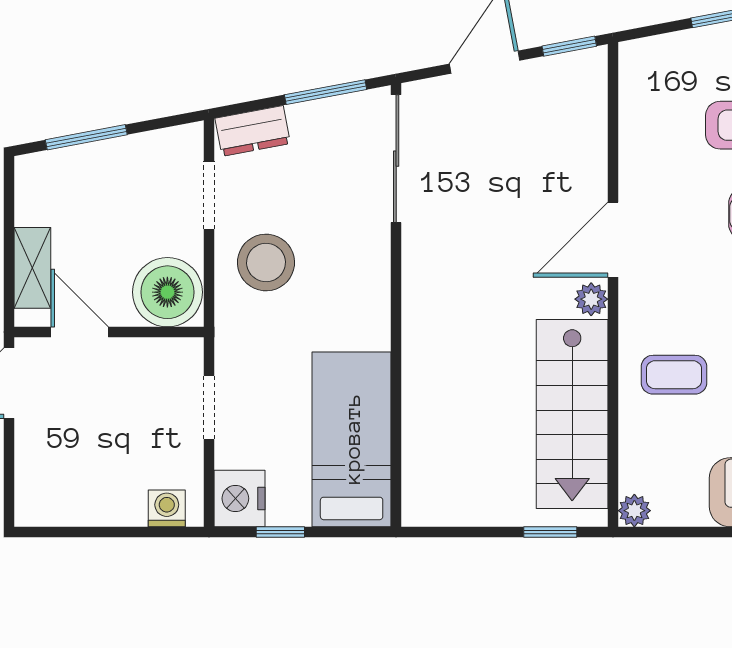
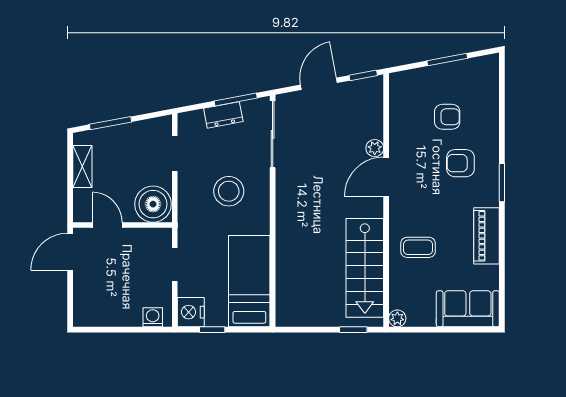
dresser: (253, 131) -> (223, 115), moved
stool: (266, 263) -> (229, 191), moved
shelving: (32, 268) -> (82, 167), moved
plant: (591, 299) -> (375, 148), moved

